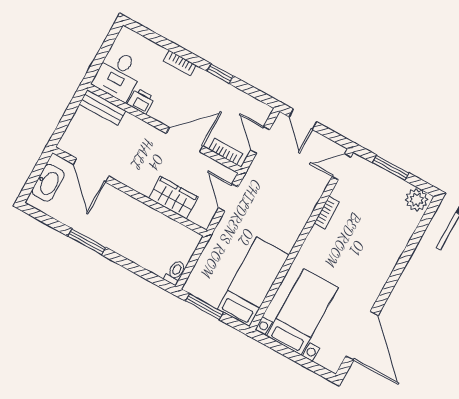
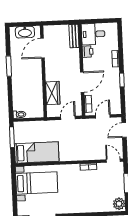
door: (185, 140) -> (82, 82), hinge flipped

